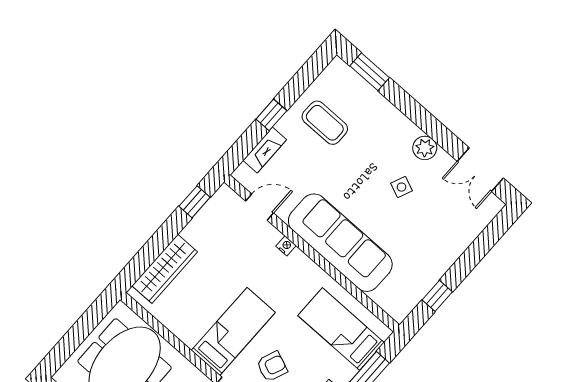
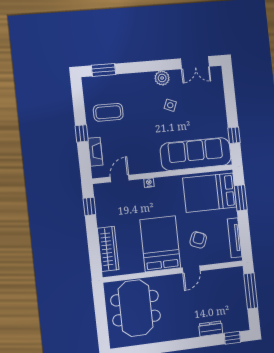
sofa: (340, 243) -> (196, 154), moved
bed: (341, 329) -> (210, 193), width x1.50
bed: (233, 331) -> (160, 244), width x1.50

